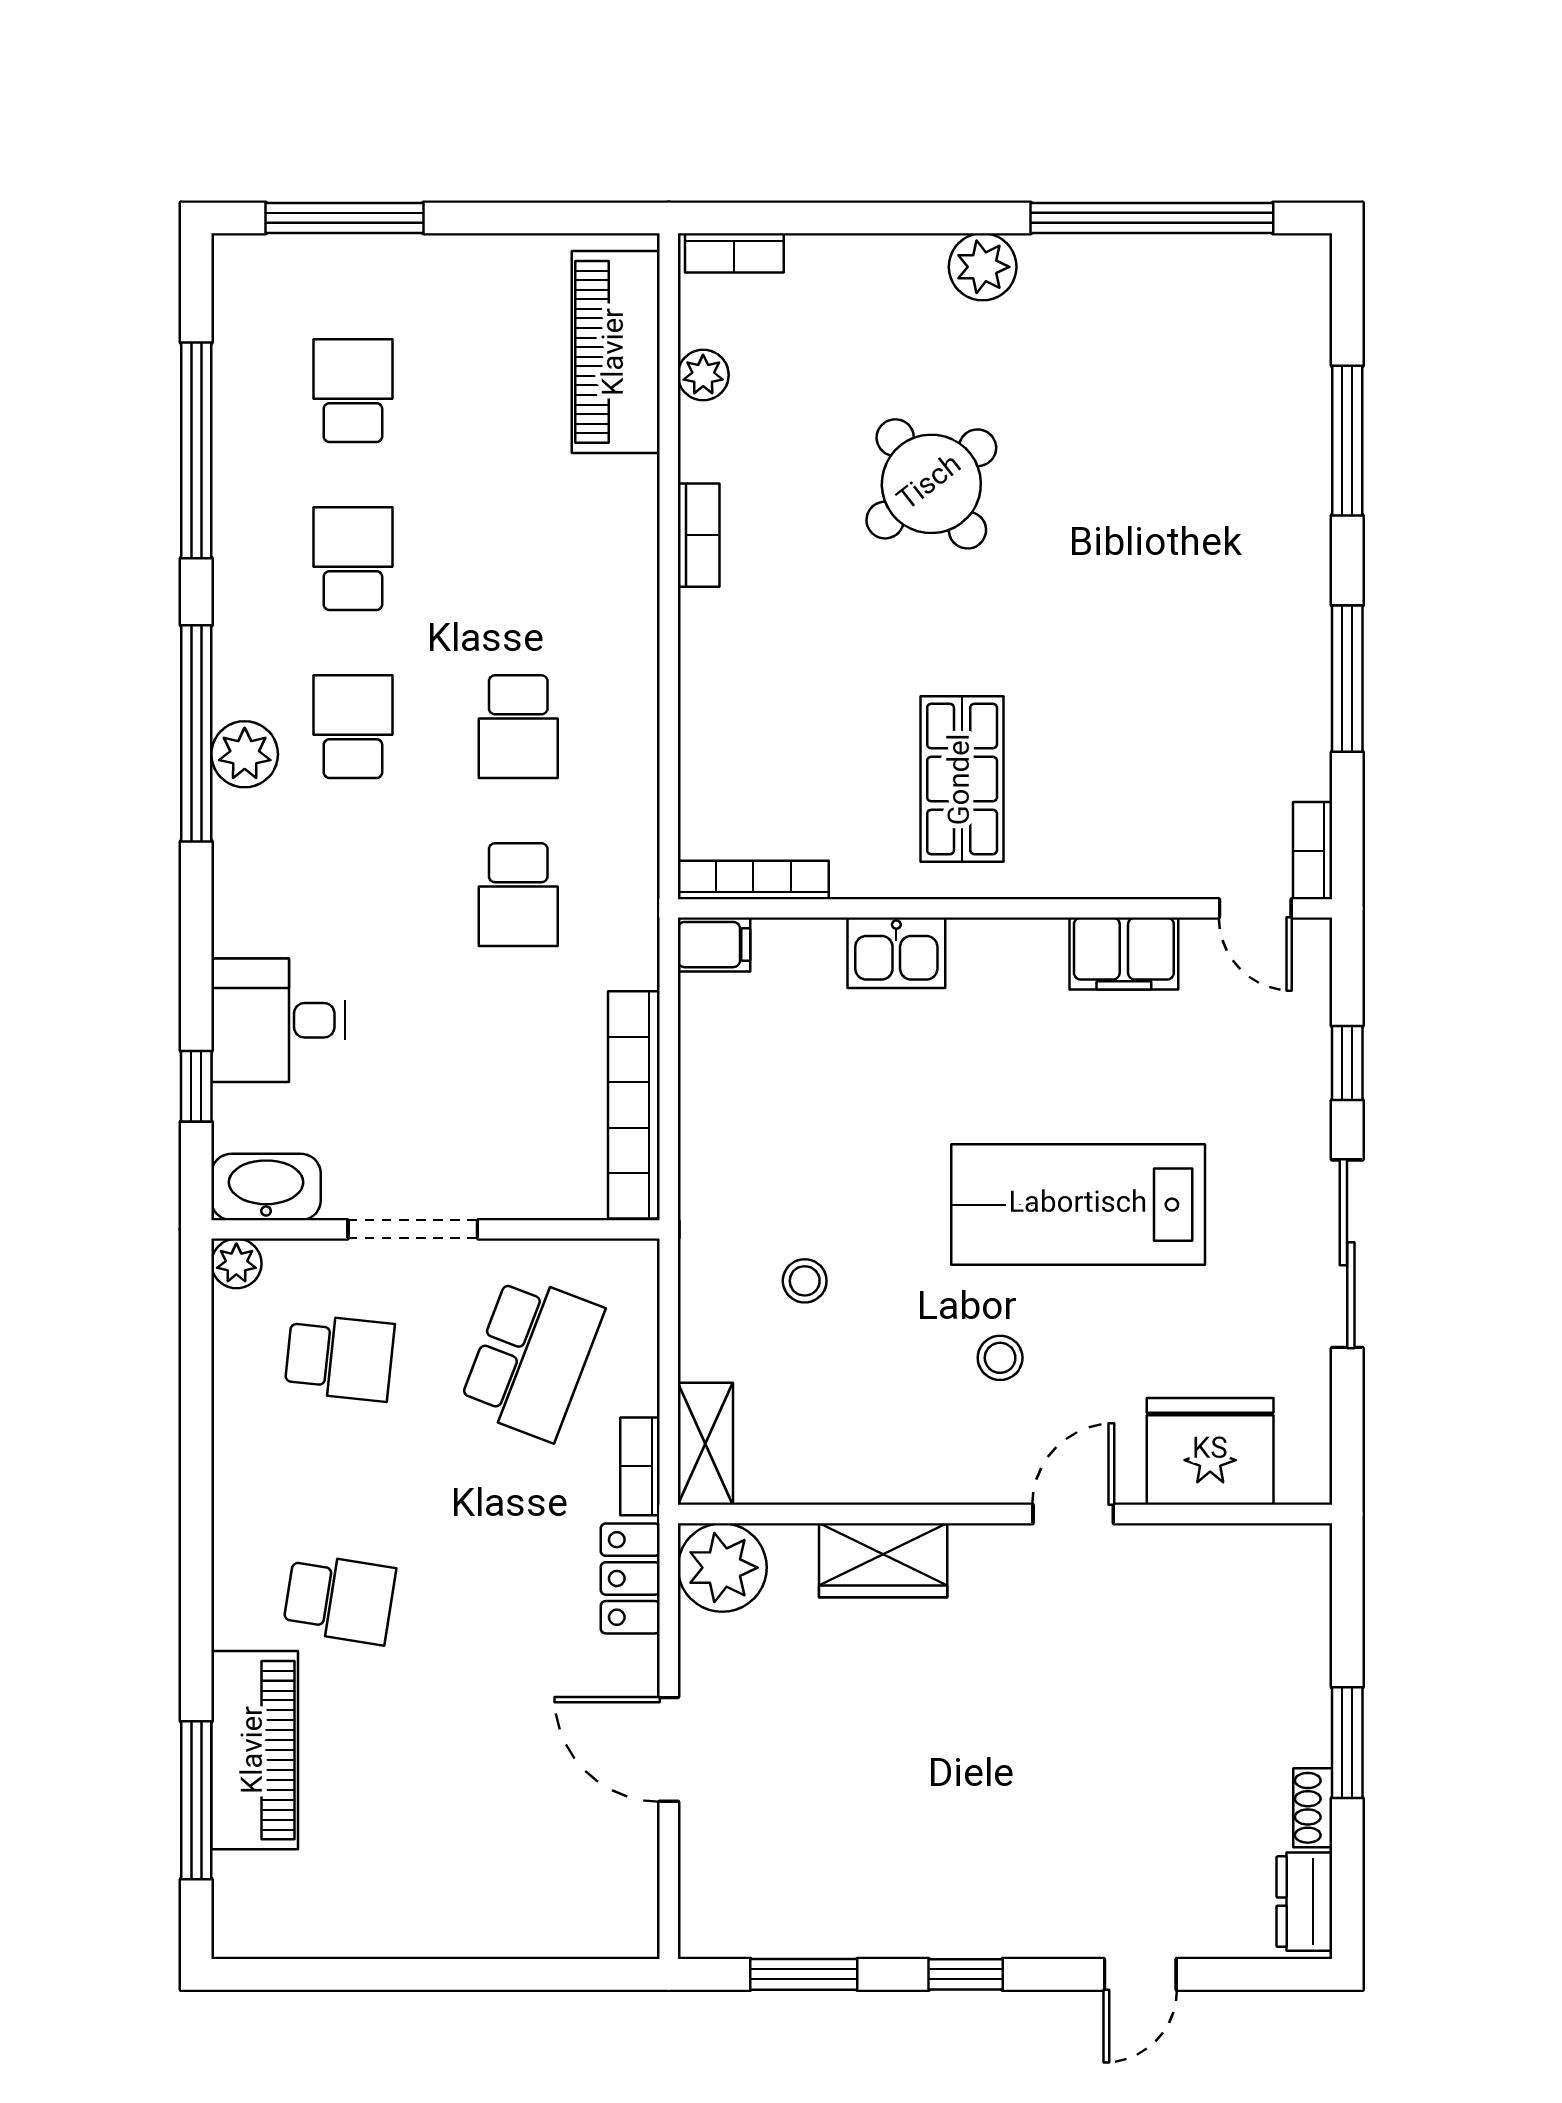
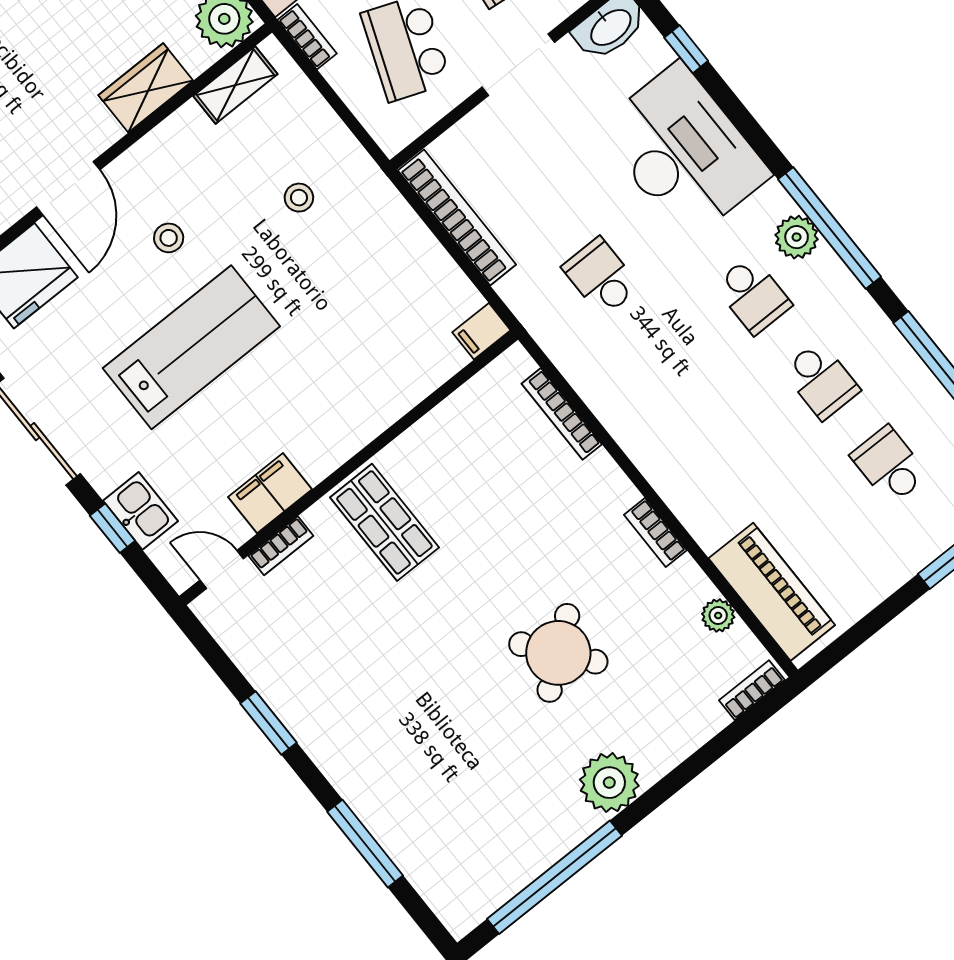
plant: (983, 267) -> (609, 783), width x1.36, depth x1.36
school desk: (353, 391) -> (889, 465), turned 180
window: (1347, 679) -> (269, 723), width x0.69
school desk: (518, 727) -> (669, 362), removed
shop shelf: (962, 779) -> (384, 522), moved
bookcase: (1313, 851) -> (281, 546), moved, turned 90
bookcase: (753, 880) -> (562, 414), moved, turned 90
kitchen sink: (896, 953) -> (141, 511), moved, turned 90
desk: (278, 1020) -> (683, 151), width x1.87, depth x1.30
shelving: (705, 1444) -> (235, 85), moved, turned 90
door: (1073, 1514) -> (68, 188), width x1.38

